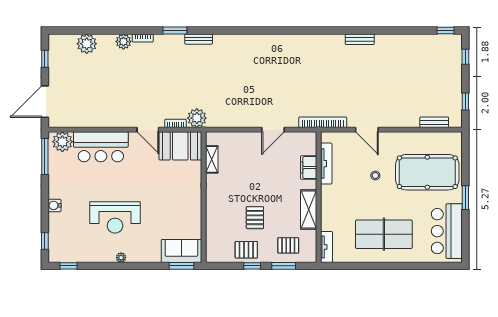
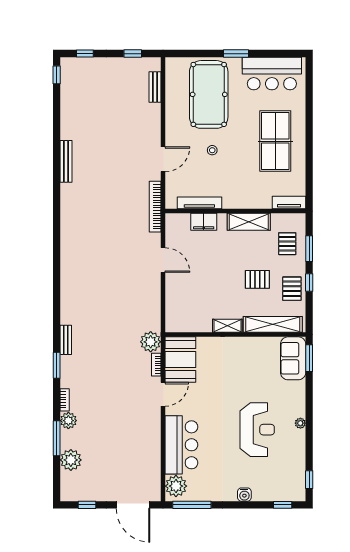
window: (107, 30) -> (57, 438), added
bench: (360, 39) -> (66, 161), width x1.36
shelving: (212, 159) -> (227, 326), moved
shelving: (213, 232) -> (273, 324), added

